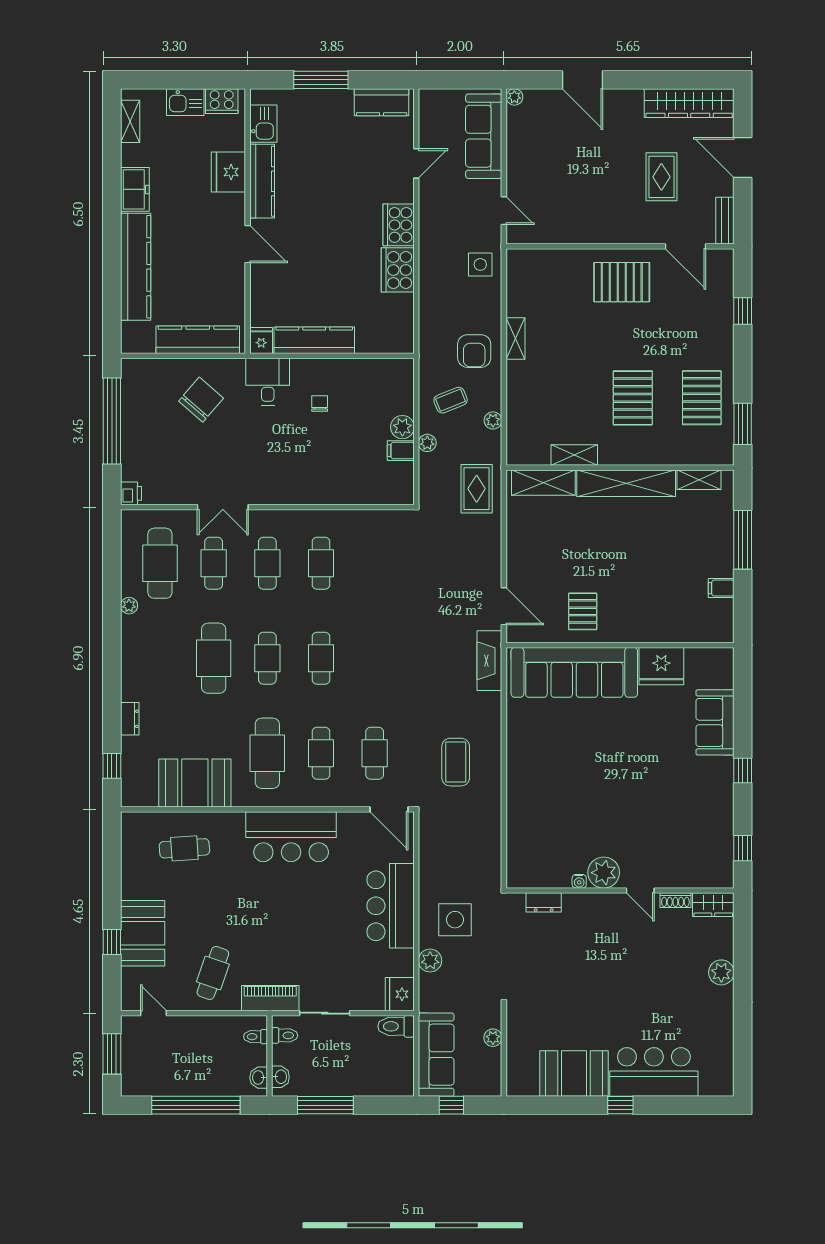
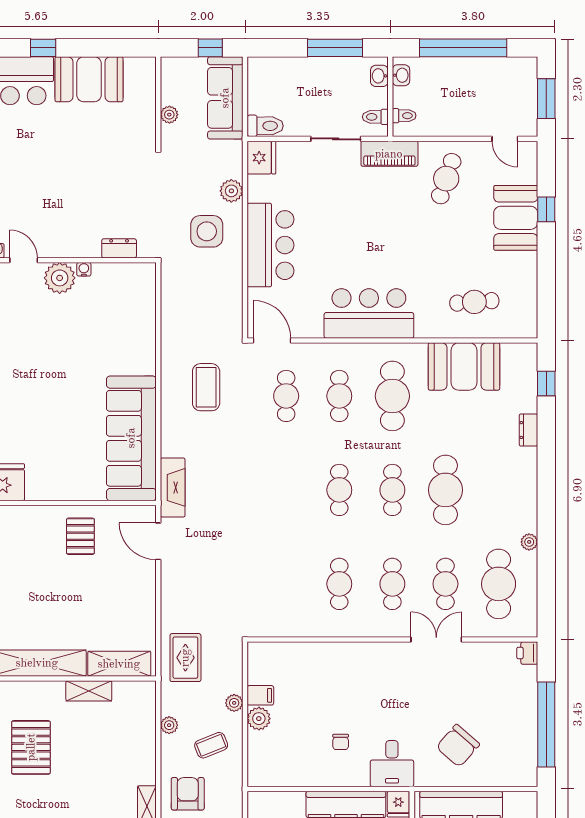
sofa: (574, 672) -> (131, 438), moved, turned -90

